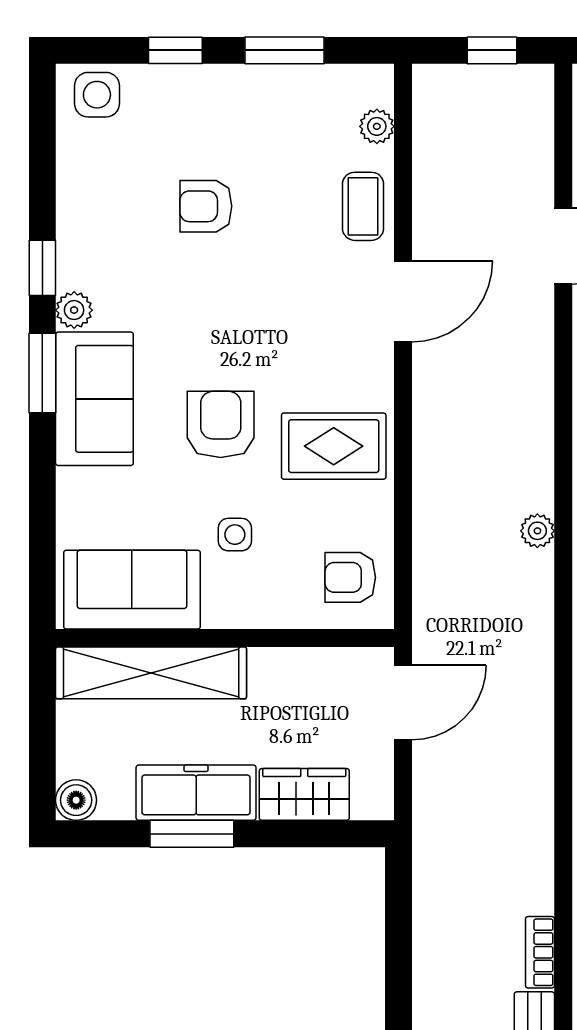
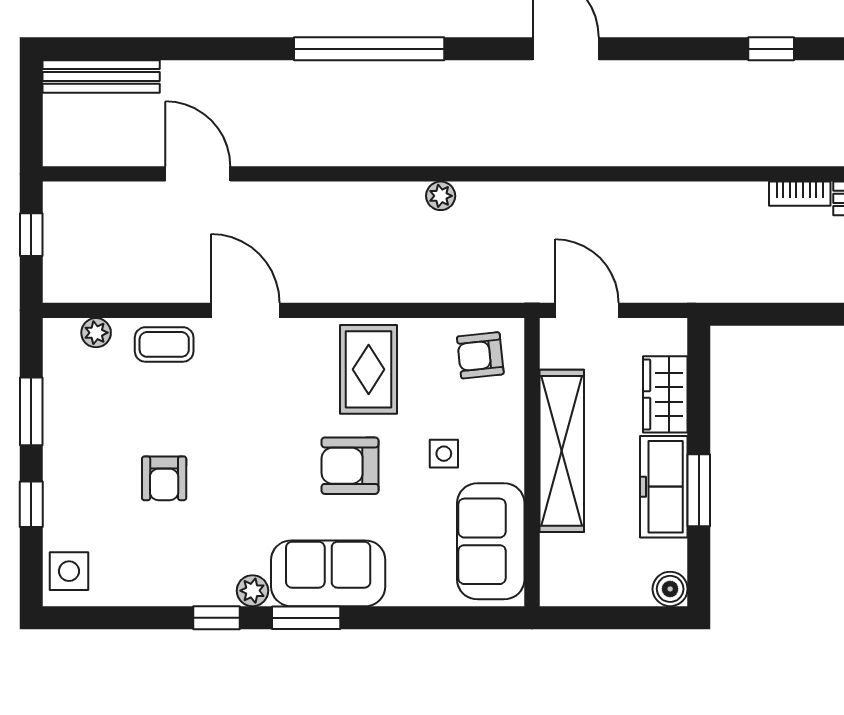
armchair: (350, 577) -> (480, 355), turned 84
shelving: (151, 673) -> (562, 451), moved

